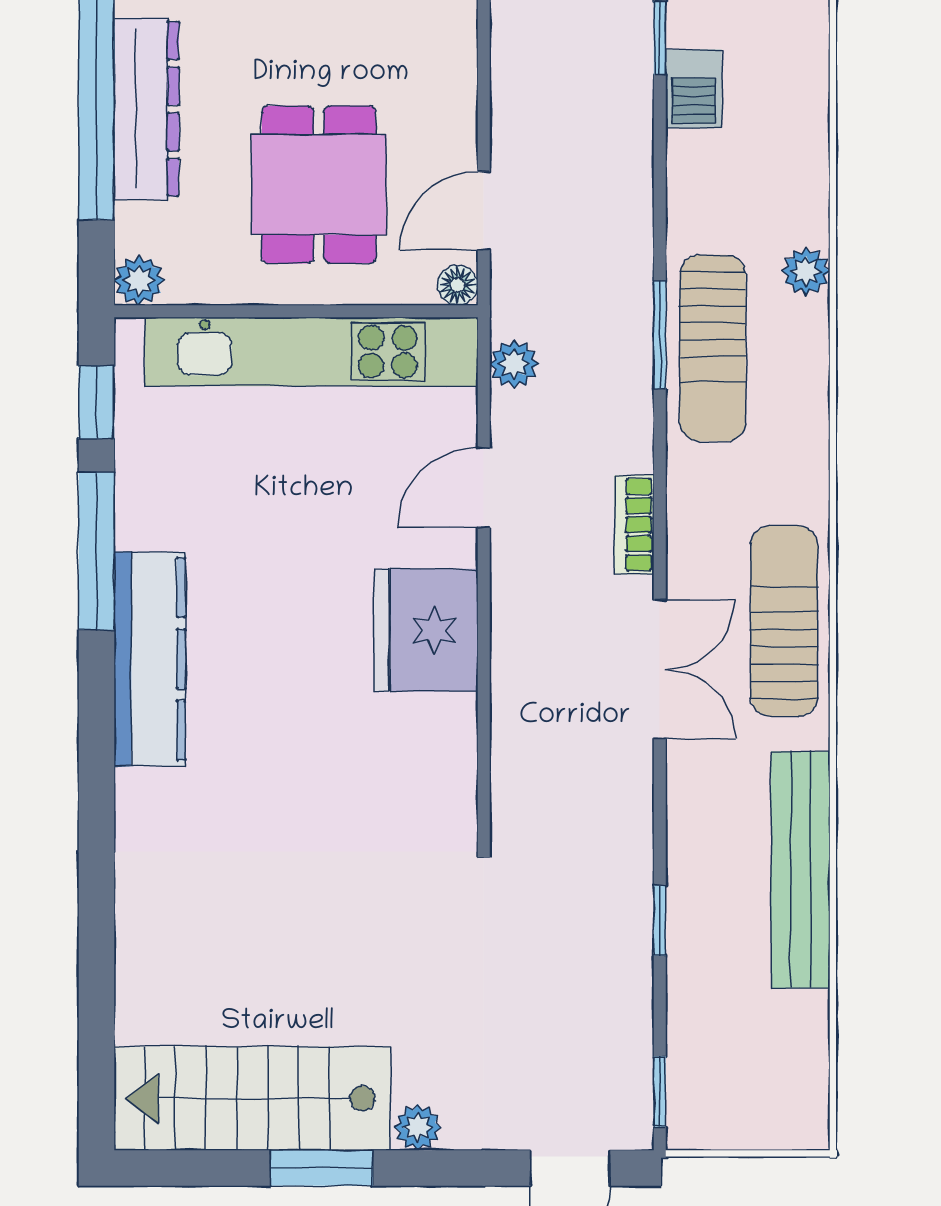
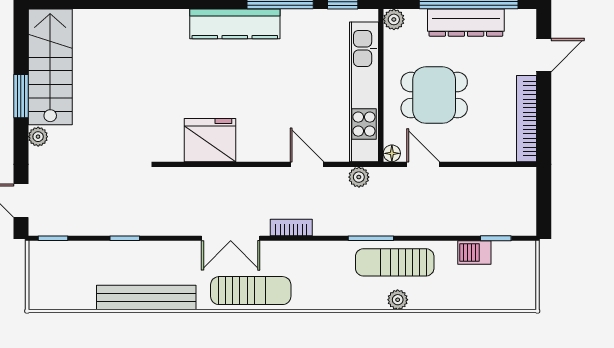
sun lounger: (713, 348) -> (395, 262), moved
fridge: (426, 630) -> (210, 140), moved

